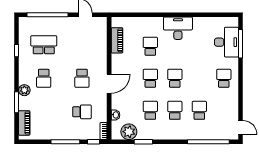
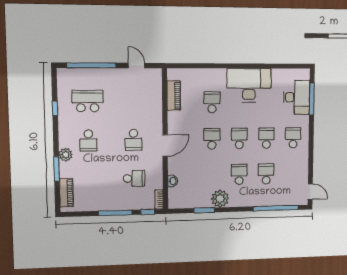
desk: (178, 28) -> (249, 85), width x1.36, depth x1.30
school desk: (150, 110) -> (266, 138), moved
plant: (129, 132) -> (220, 199), moved

